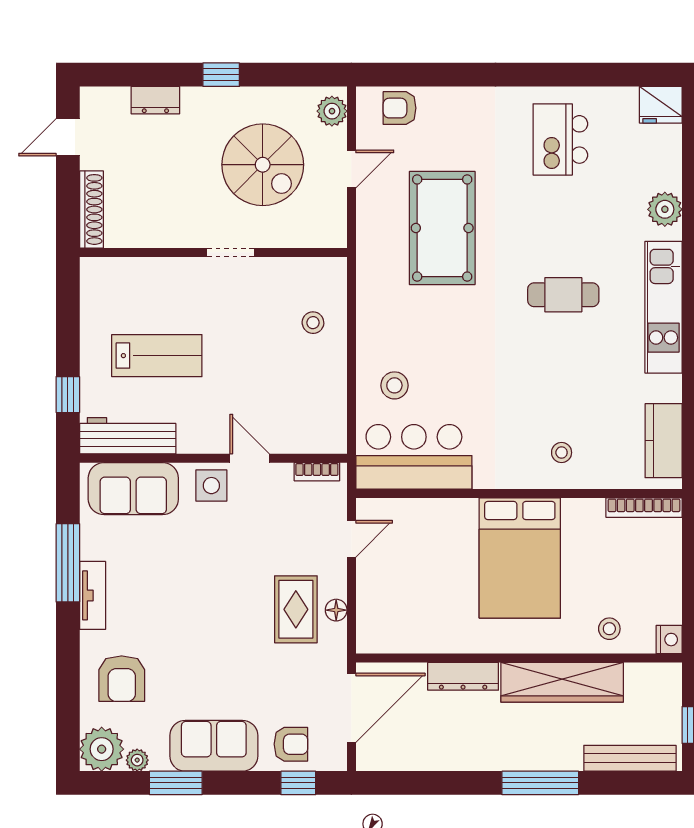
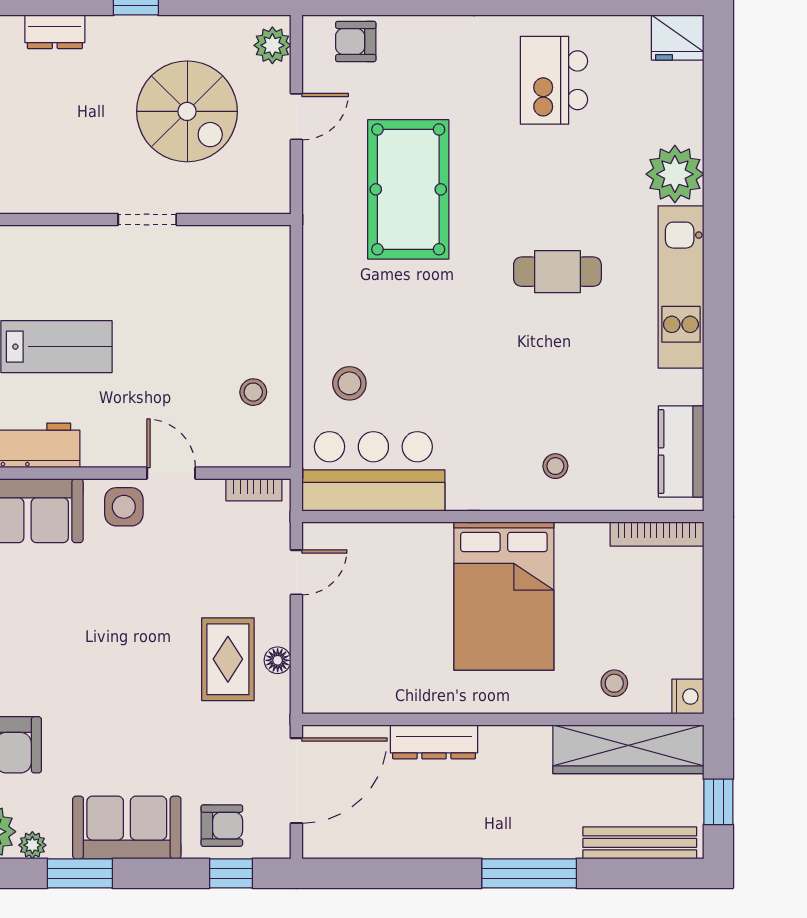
plant: (665, 209) -> (675, 174), width x1.36, depth x1.36
stool: (313, 323) -> (253, 392), moved
wardrobe: (562, 682) -> (628, 749), moved

